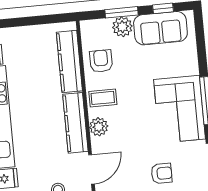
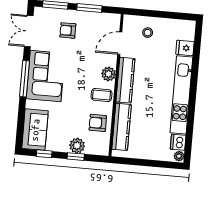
window: (122, 12) -> (76, 157), width x0.67
sofa: (160, 28) -> (35, 130), moved, turned 90
armchair: (101, 61) -> (98, 123), turned 90

